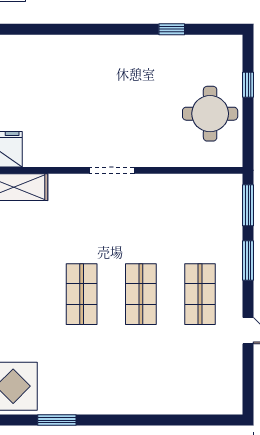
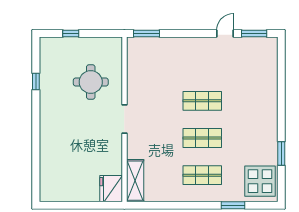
round table: (210, 114) -> (91, 82), moved
window: (248, 261) -> (254, 34), moved
shop shelf: (200, 294) -> (202, 175), moved

